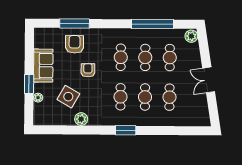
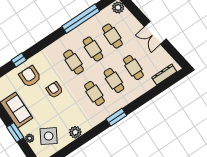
window: (75, 23) -> (19, 60), width x0.46
side table: (68, 97) -> (49, 136), moved
dresser: (192, 121) -> (164, 75), added

